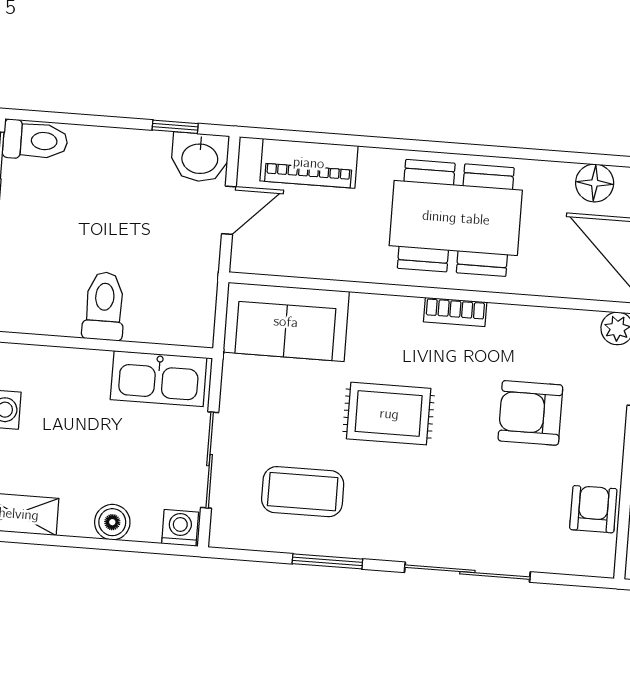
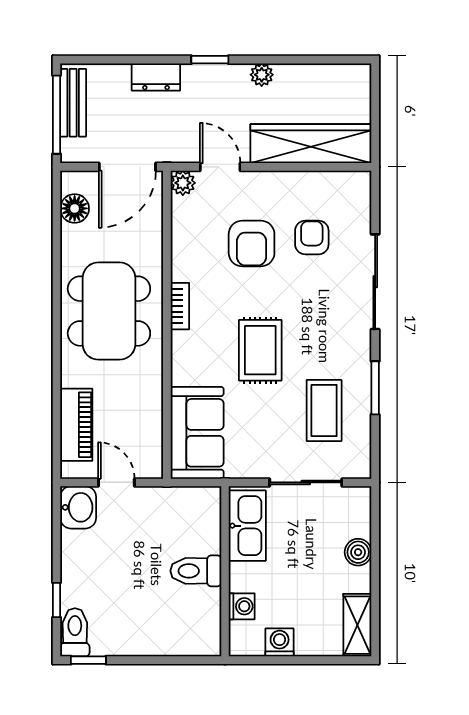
window: (175, 127) -> (57, 600), moved
armchair: (593, 509) -> (312, 238), moved, turned 90
washing machine: (180, 528) -> (242, 606), moved, turned 180

